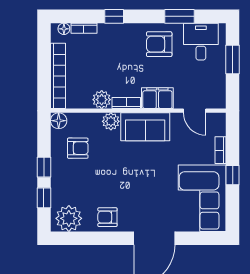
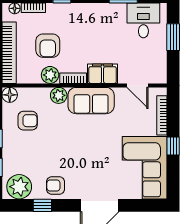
armchair: (159, 44) -> (48, 46), moved, turned -90
bookcase: (221, 150) -> (162, 115), width x1.56
window: (93, 238) -> (42, 205), added

